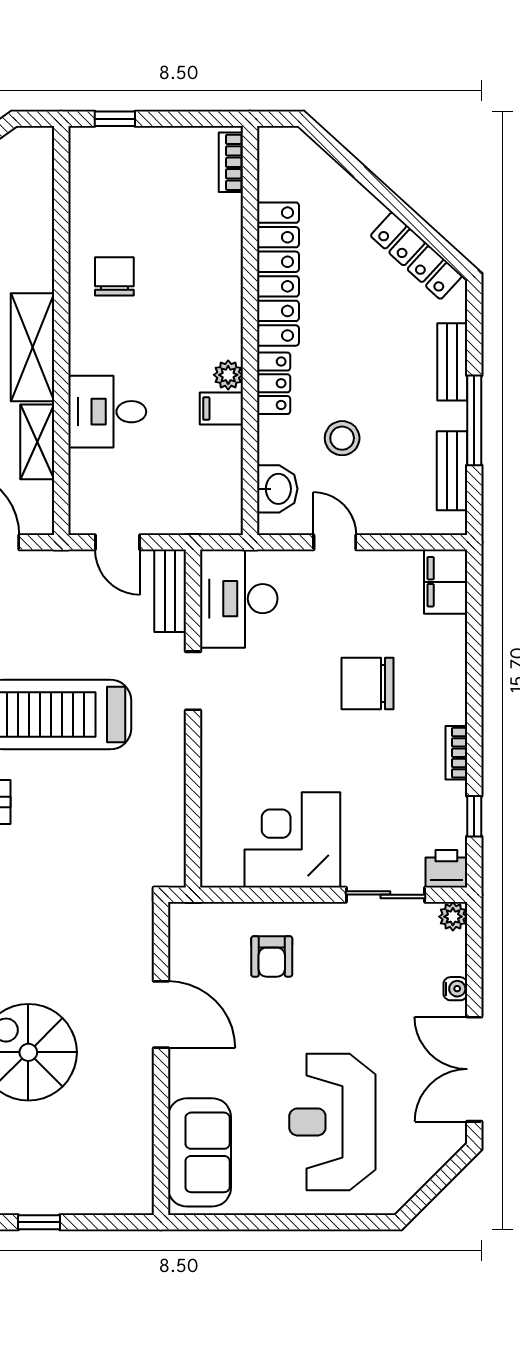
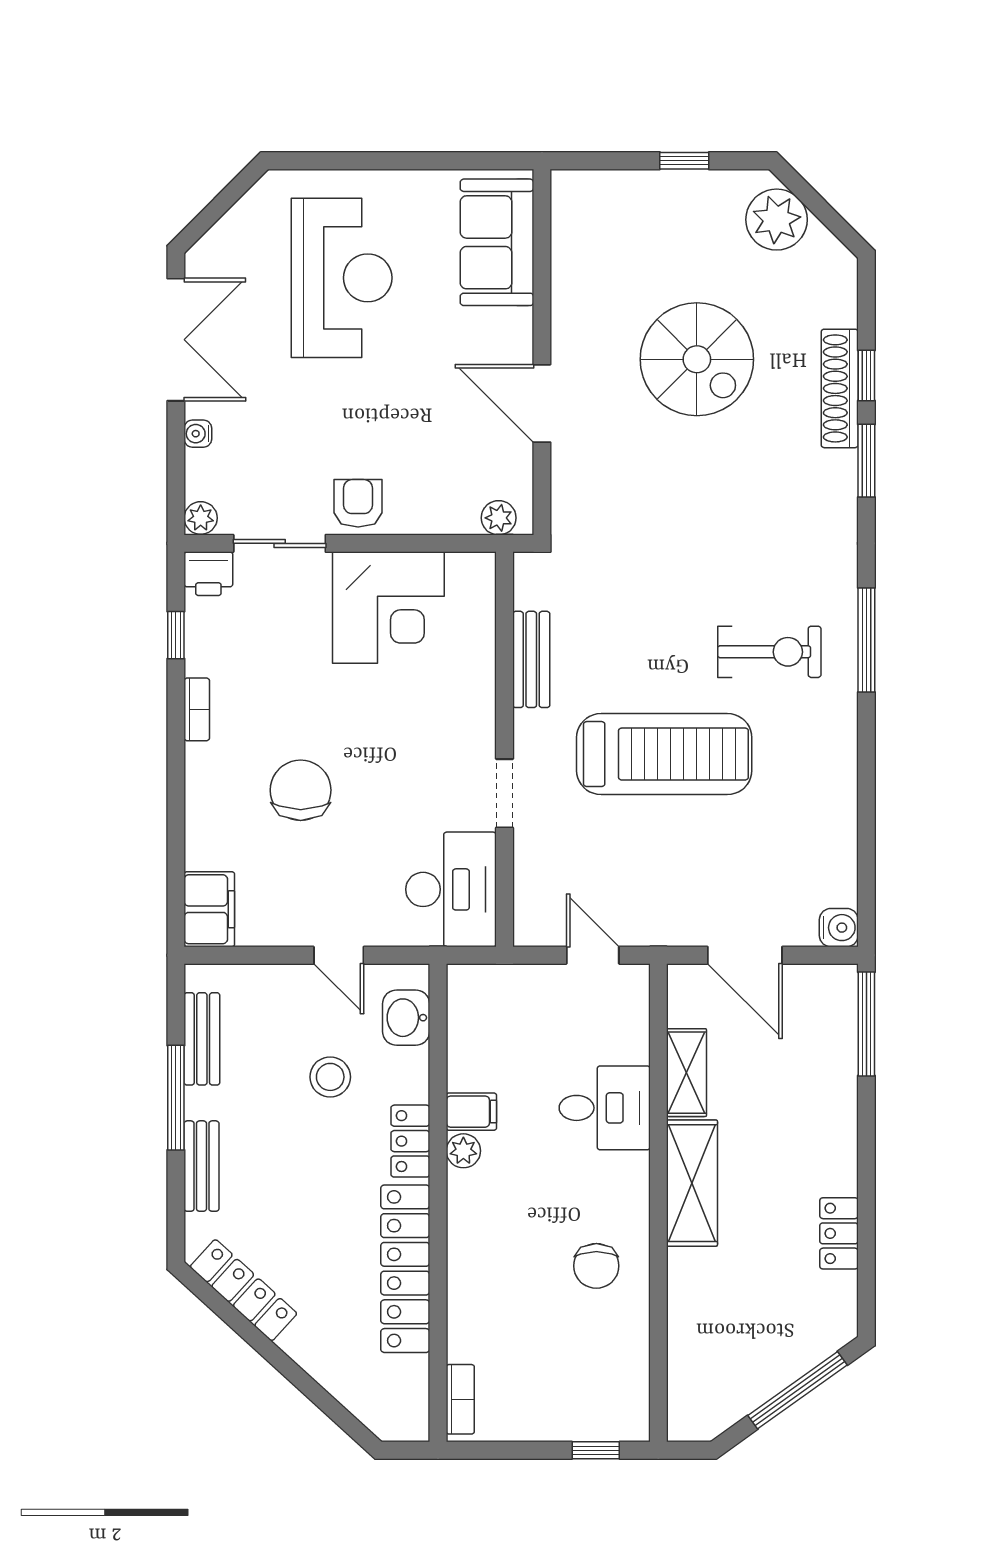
bench: (170, 591) -> (531, 659), moved
chair: (367, 684) -> (301, 790), turned -90
plant: (198, 917) -> (499, 518), added
armchair: (272, 956) -> (358, 503), moved

